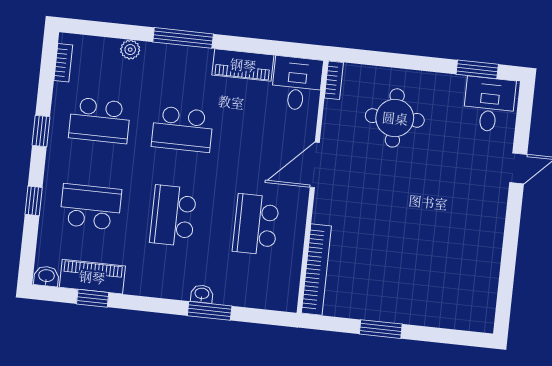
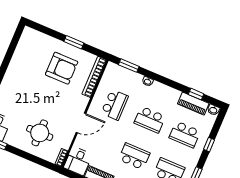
school desk: (173, 216) -> (150, 120), turned 90
armchair: (390, 267) -> (62, 68), added
window: (210, 311) -> (129, 66), moved

